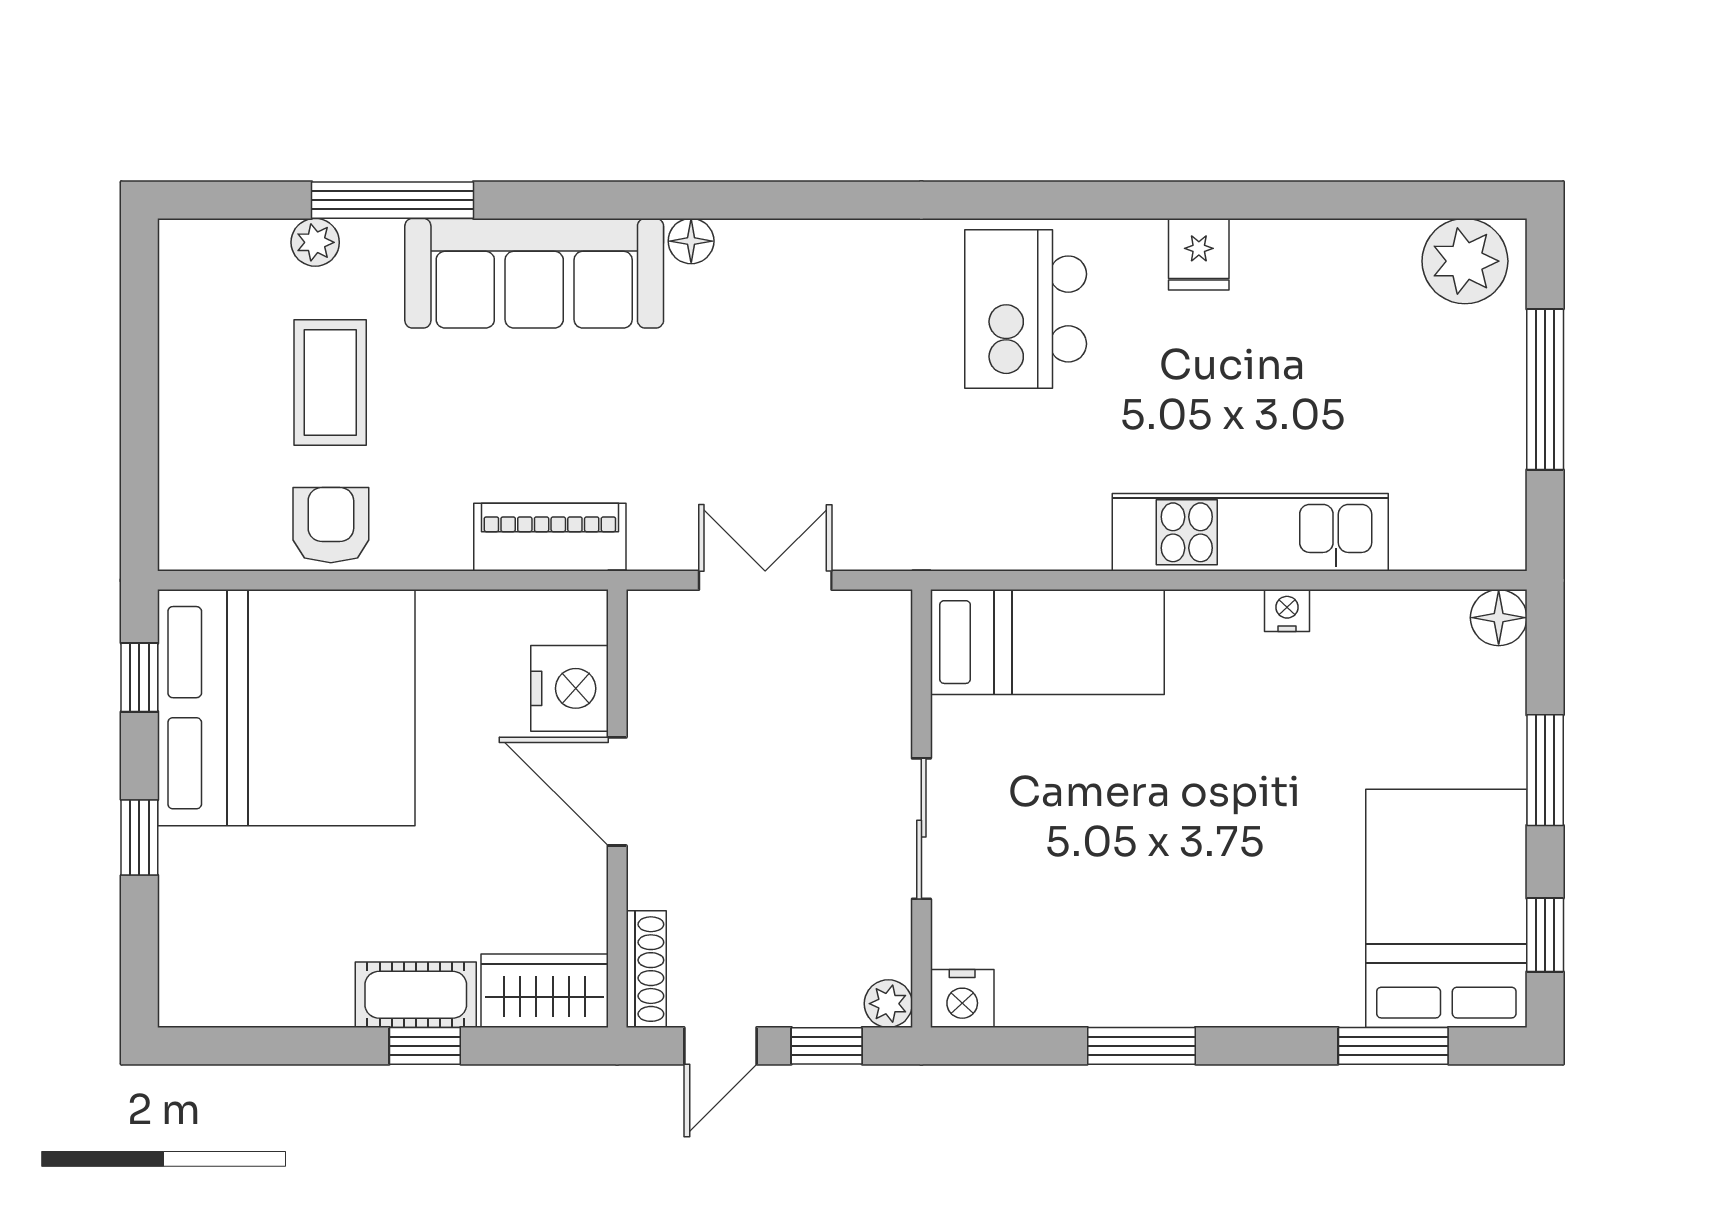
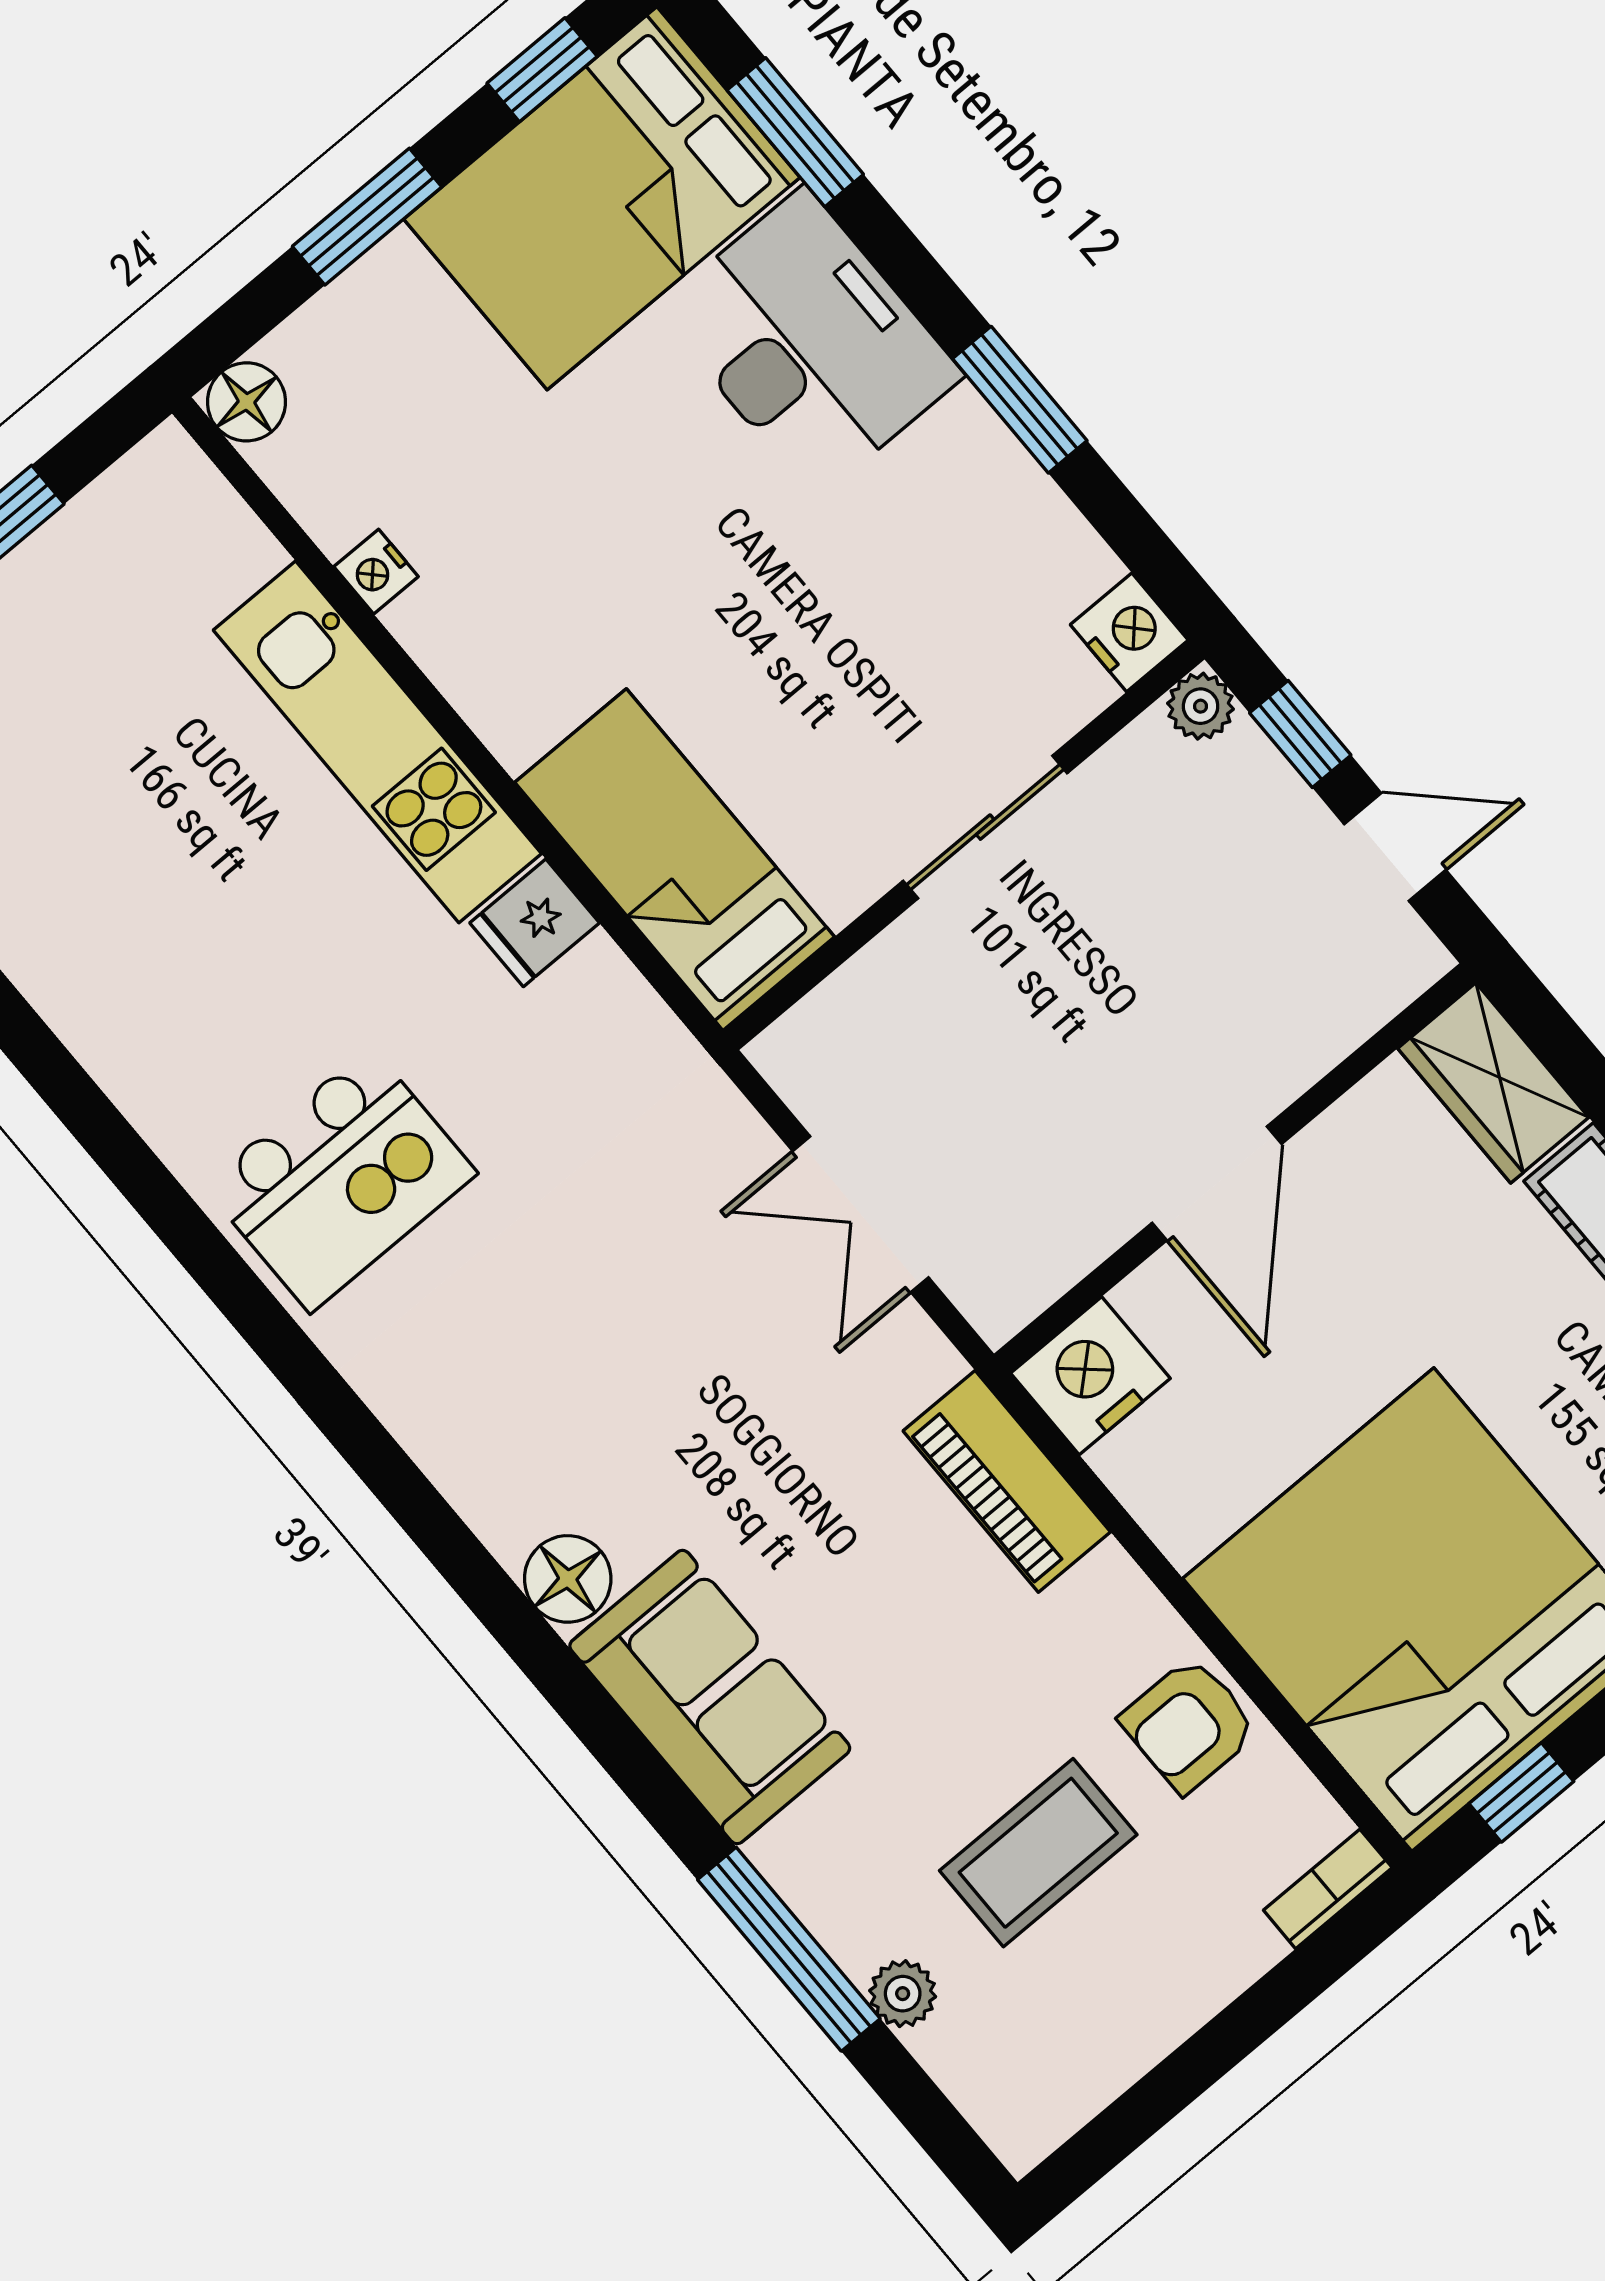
floor lamp: (691, 241) -> (568, 1579), width x1.37, depth x1.37
fridge: (1199, 254) -> (535, 923), moved, turned 180
sofa: (534, 273) -> (710, 1697), width x0.73
bookcase: (176, 526) -> (1328, 1889), added
nightstand: (1287, 611) -> (376, 572), moved
nightstand: (569, 688) -> (1090, 1376), moved
desk: (1270, 956) -> (810, 343), added
shoe rack: (646, 969) -> (1380, 994), removed

